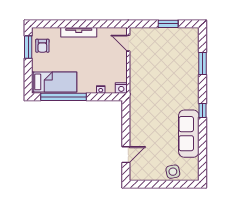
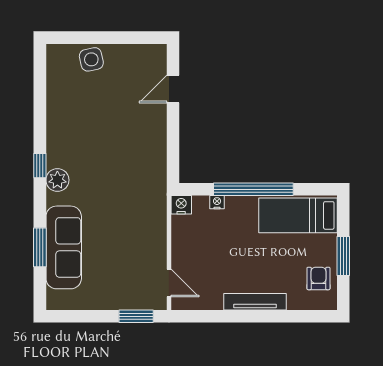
window: (168, 24) -> (136, 316), moved
window: (28, 47) -> (343, 256), moved
window: (64, 97) -> (253, 189), moved
plant: (192, 102) -> (57, 180), added
sofa: (189, 134) -> (64, 247), moved

